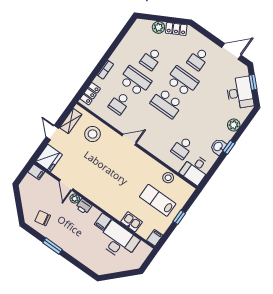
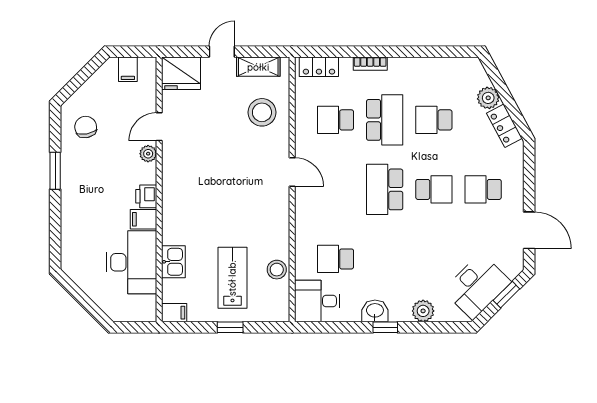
school desk: (182, 81) -> (434, 189), width x0.54
filing cabinet: (36, 172) -> (128, 69), moved
printer: (84, 206) -> (146, 196), moved

